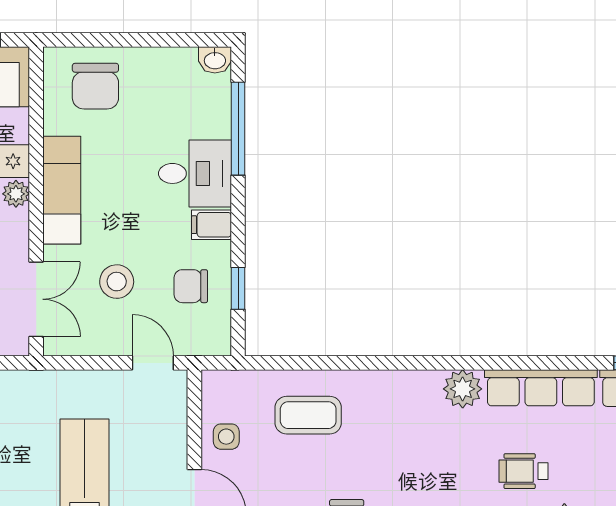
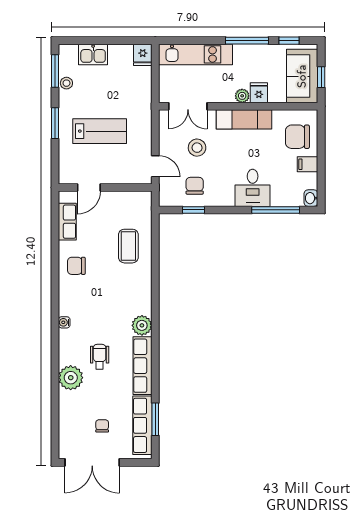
filing cabinet: (211, 225) -> (308, 164), moved, turned -90
door: (153, 363) -> (155, 166), hinge flipped
side table: (226, 437) -> (117, 204), removed

